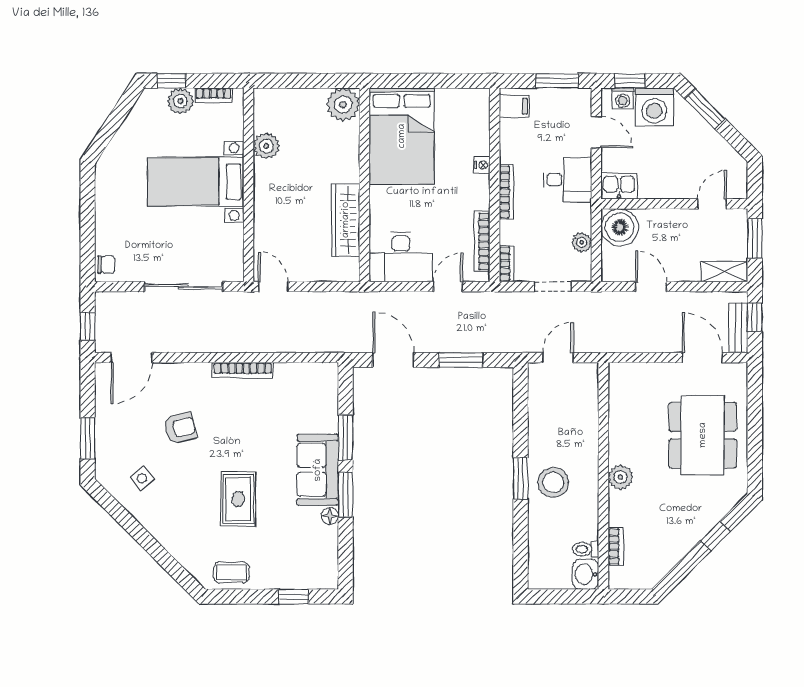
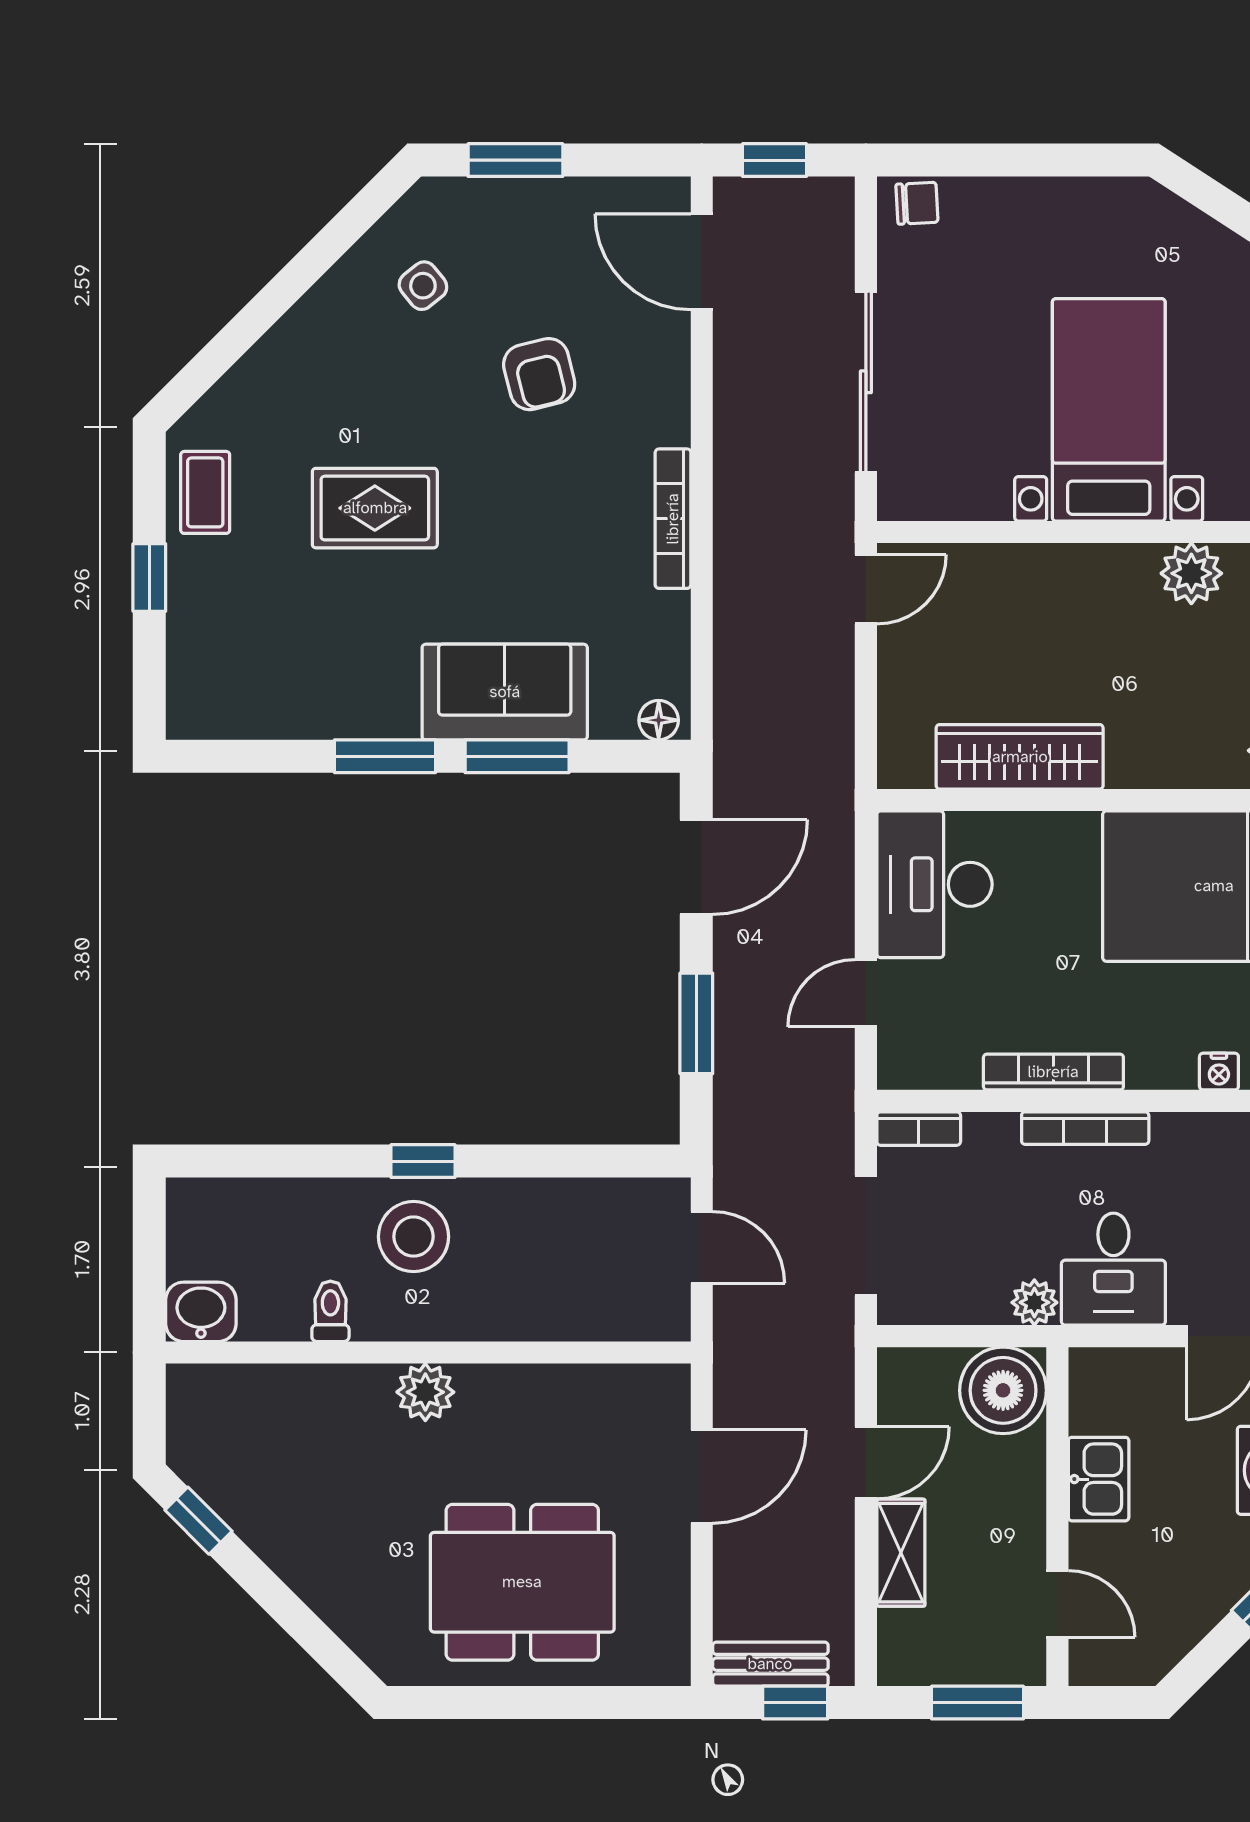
nightstand: (482, 165) -> (1219, 1072), moved
kitchen sink: (619, 186) -> (1099, 1479), moved
bookcase: (482, 241) -> (1053, 1072), moved
plant: (582, 242) -> (1034, 1302), moved
chair: (106, 265) -> (917, 203), turned -93
shelving: (725, 271) -> (901, 1553), moved
door: (448, 287) -> (866, 993), swing flipped
doorway: (553, 287) -> (866, 1235), width x1.38
door: (702, 358) -> (702, 1477), moved
sofa: (318, 470) -> (505, 692), moved
window: (521, 478) -> (423, 1161), width x0.67
floor lamp: (330, 516) -> (659, 720), moved
window: (715, 536) -> (198, 1521), moved
bookcase: (616, 547) -> (265, 1381), removed
toilet: (586, 549) -> (330, 1311), moved
window: (294, 597) -> (149, 578), moved

